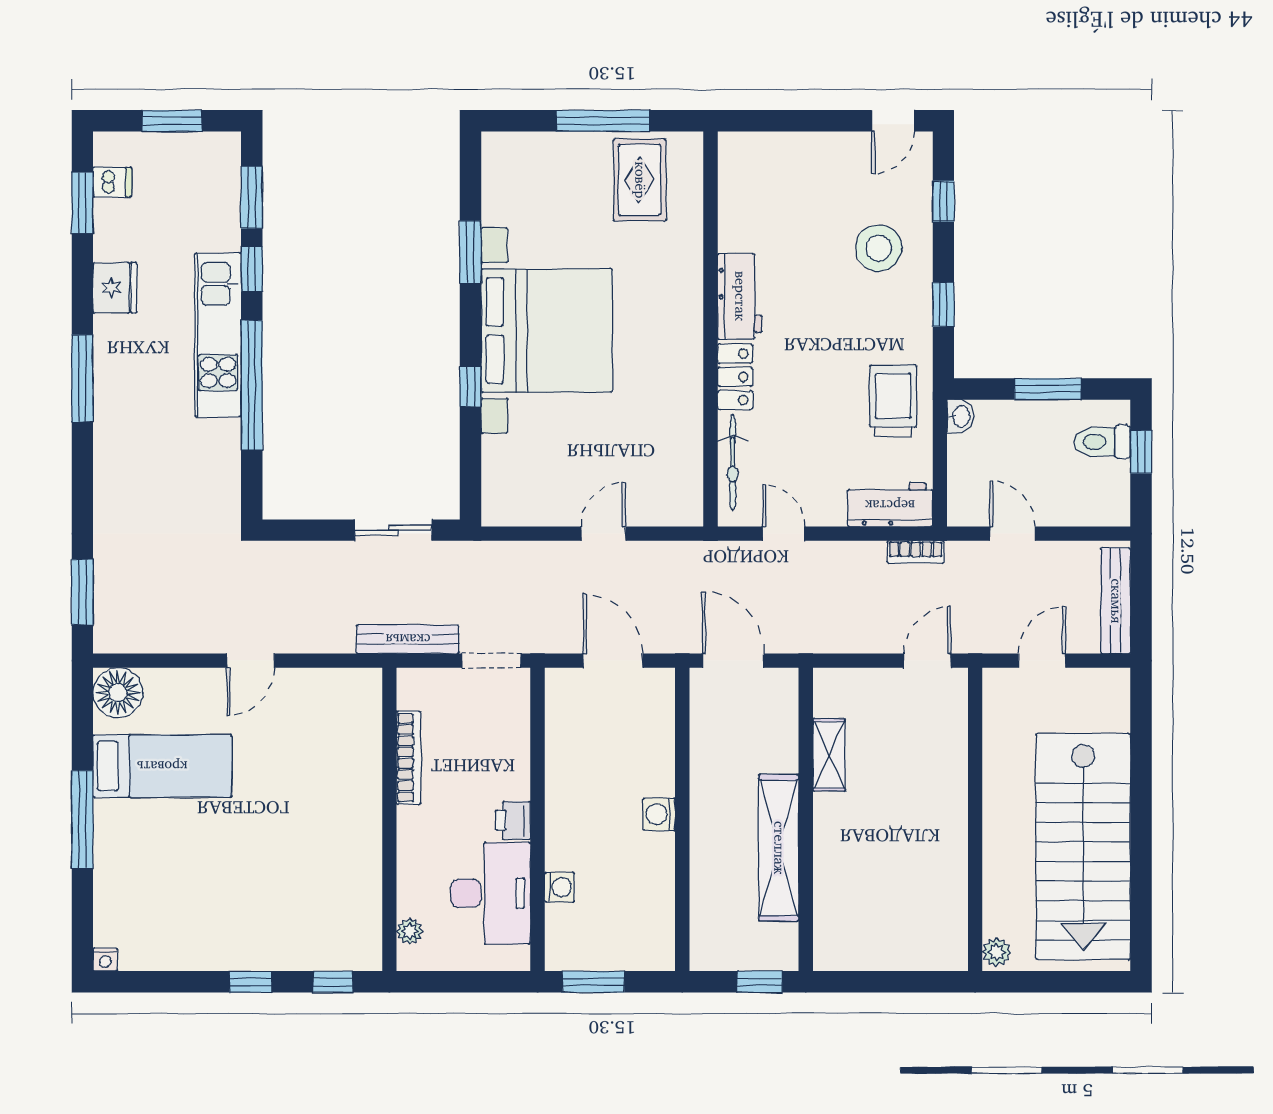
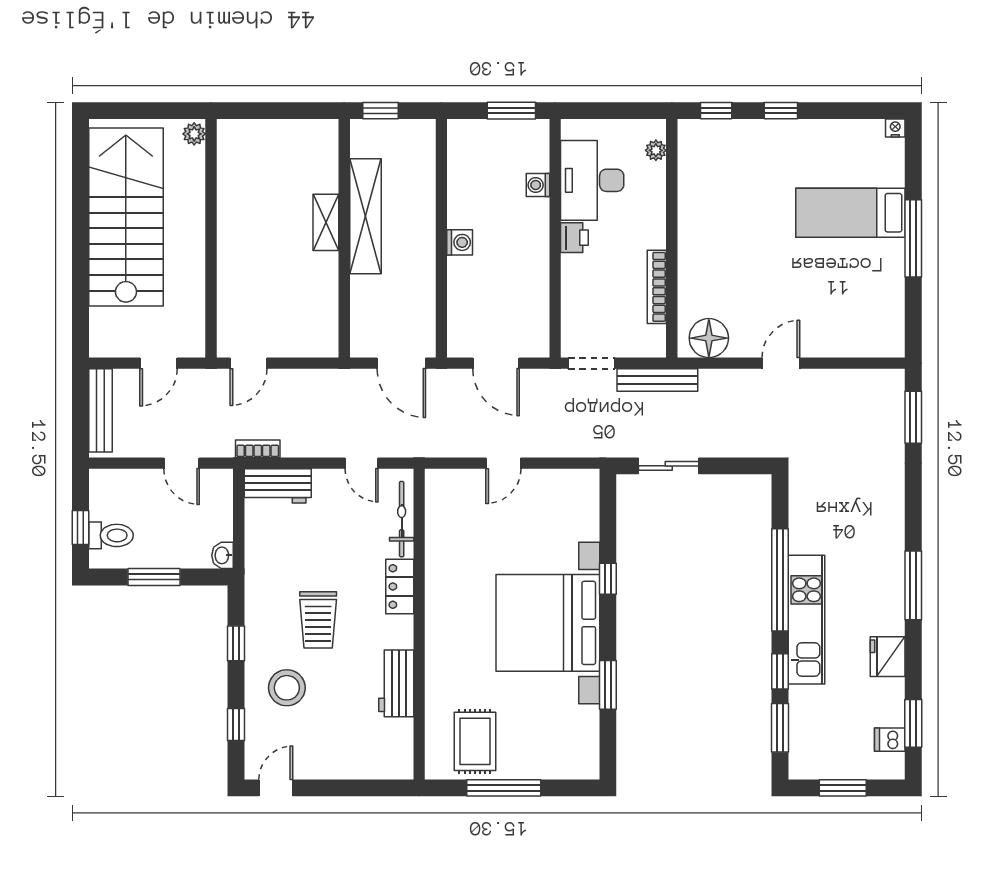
workbench: (740, 296) -> (396, 683), moved
trolley: (893, 401) -> (318, 620), moved
floor lamp: (118, 693) -> (709, 338), moved
shelving: (829, 755) -> (326, 222), moved
bed: (162, 766) -> (850, 213), moved

